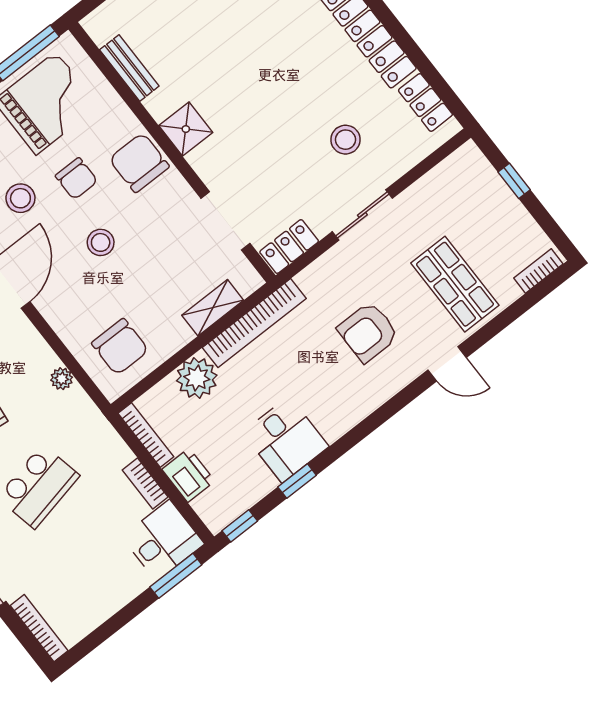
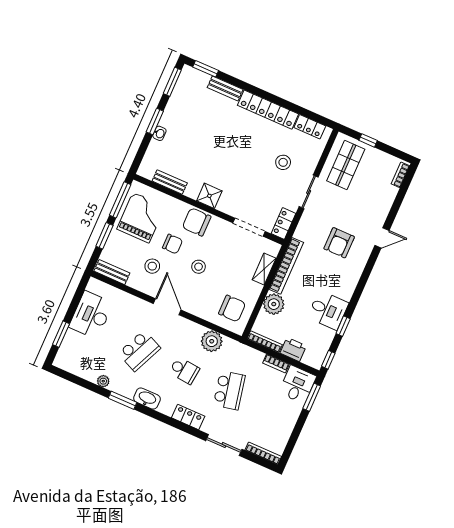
shop shelf: (455, 284) -> (346, 165), moved, turned 90
plant: (62, 379) -> (212, 341), width x1.87, depth x1.87

